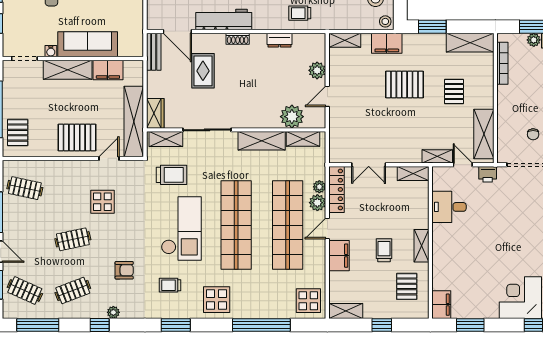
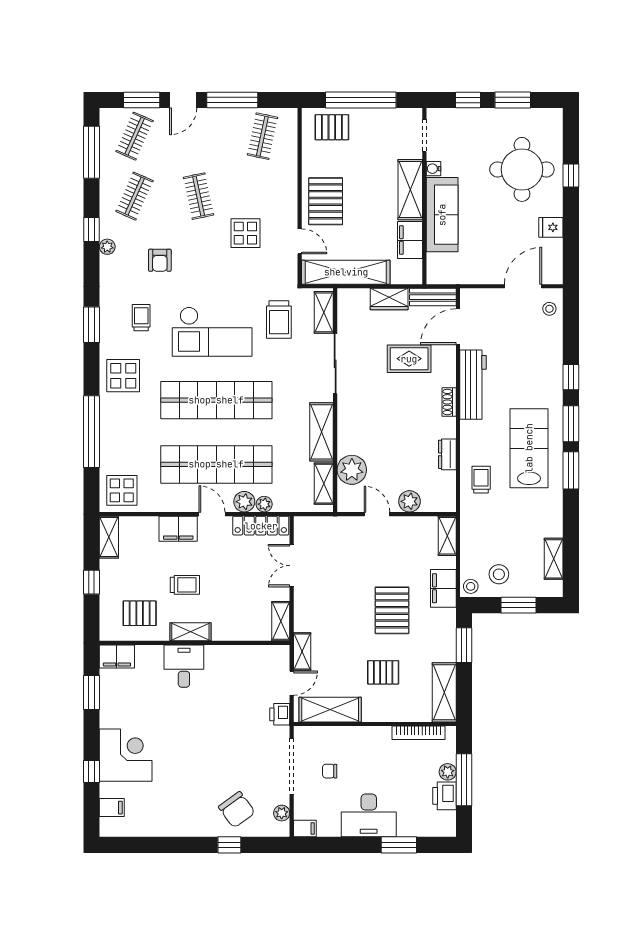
wardrobe: (155, 113) -> (389, 299), moved
desk: (449, 207) -> (184, 666), moved
clothes rail: (73, 290) -> (135, 196), turned 45

